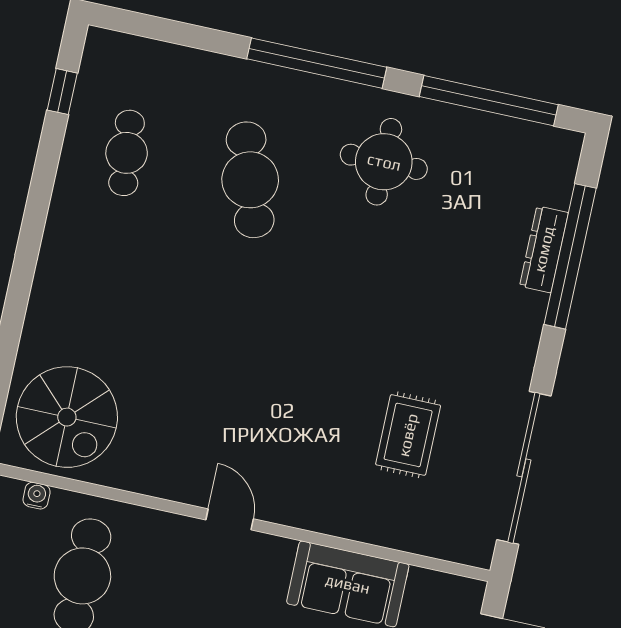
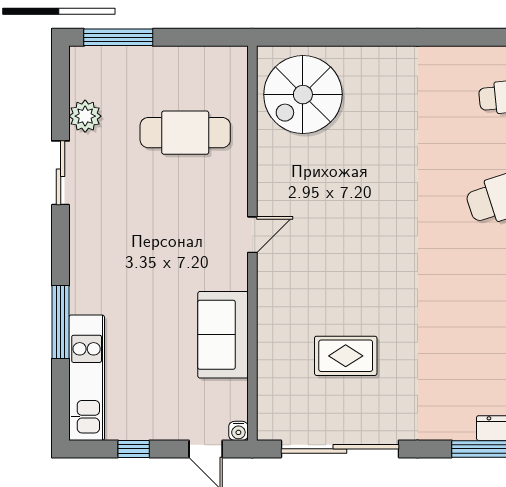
water cooler: (37, 496) -> (238, 431), moved, turned 90

